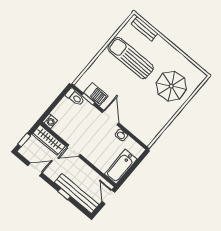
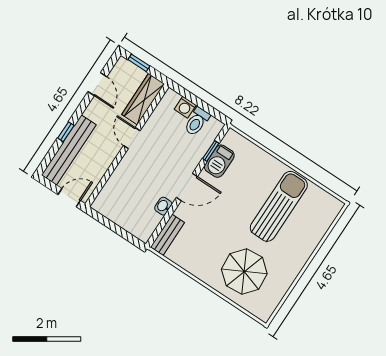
bench: (144, 29) -> (167, 235), moved
toilet: (75, 97) -> (197, 122), moved
washing machine: (50, 121) -> (185, 107), moved
bathtub: (121, 167) -> (116, 211), removed

